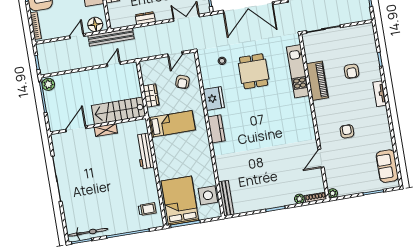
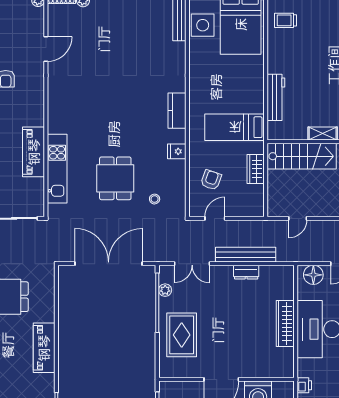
bench: (111, 37) -> (246, 255), moved
fridge: (214, 98) -> (177, 151), width x0.53, depth x0.75

